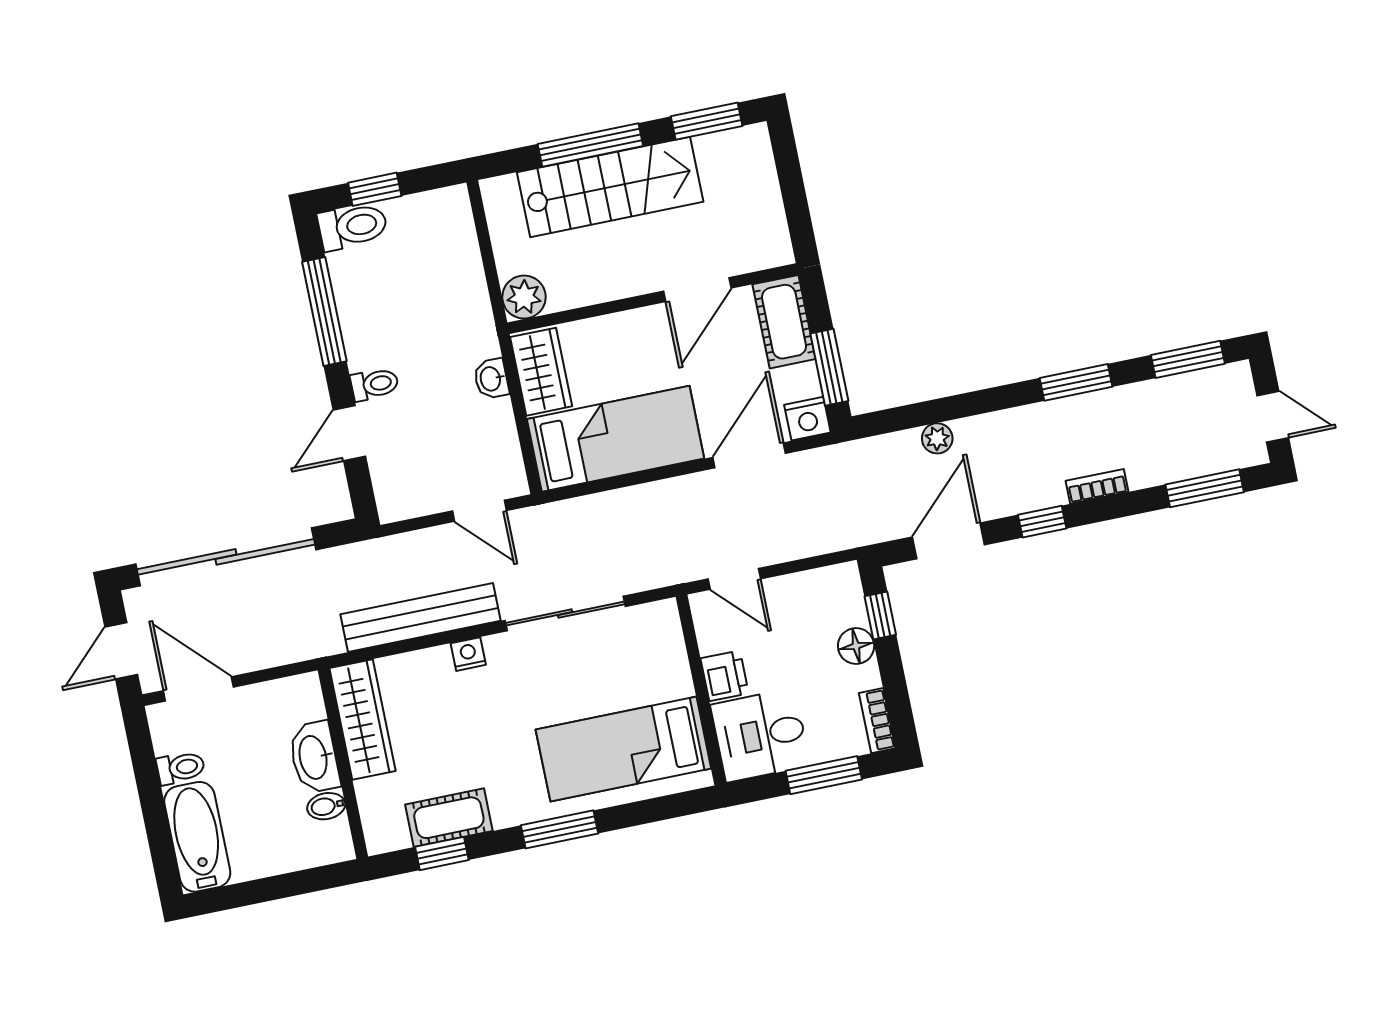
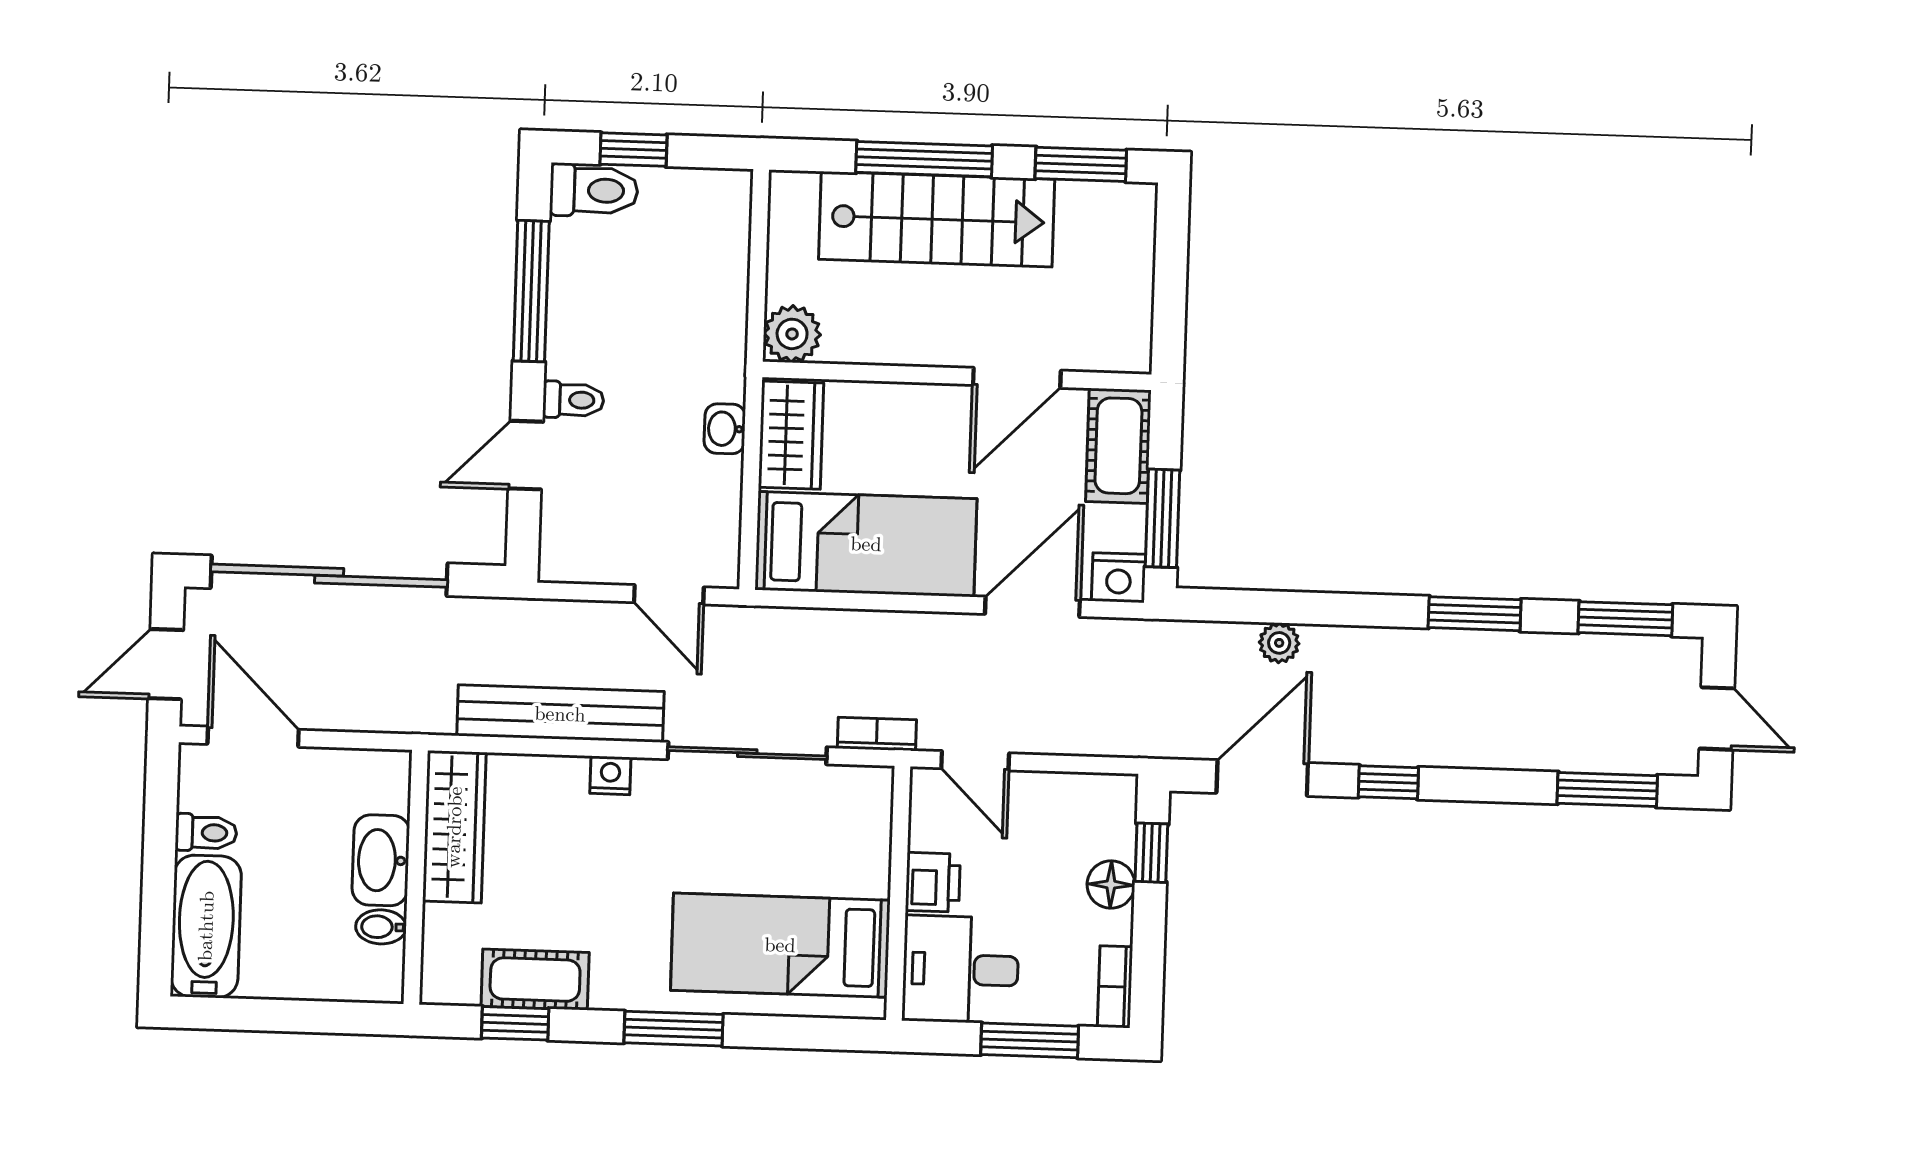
bookcase: (1097, 486) -> (877, 734), moved

